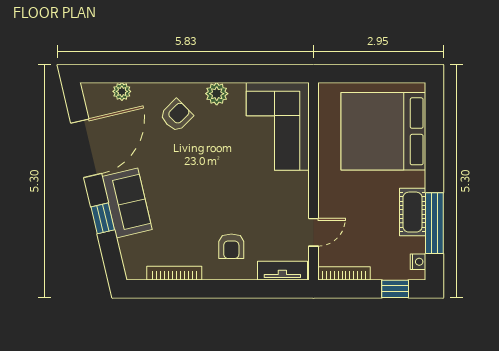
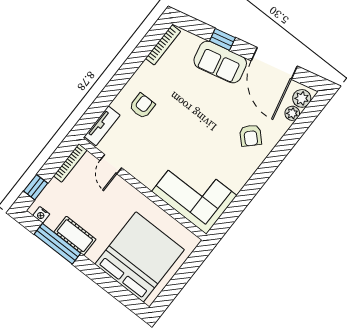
plant: (217, 94) -> (302, 98), moved
armchair: (231, 246) -> (142, 106), turned 90
bookcase: (174, 273) -> (163, 45), moved

